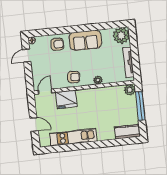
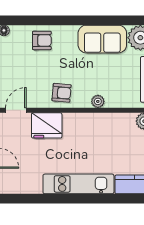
sofa: (85, 40) -> (102, 39), moved
kitchen unit: (73, 137) -> (78, 184), moved

